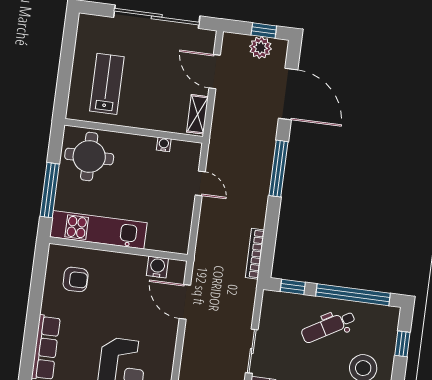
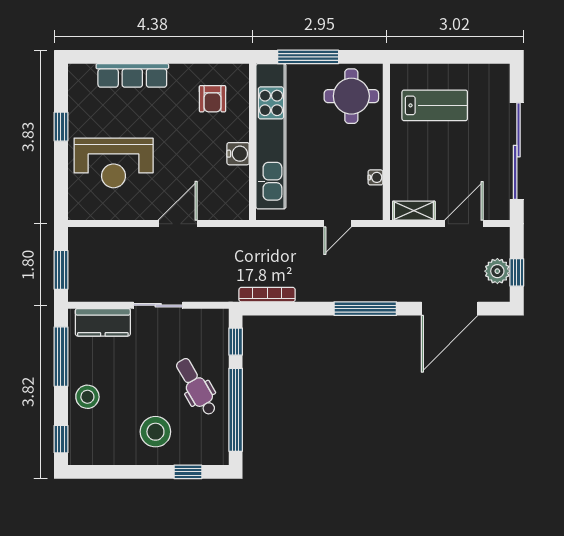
kitchen unit: (98, 230) -> (271, 136), width x1.36
water cooler: (157, 267) -> (238, 154), moved
door: (185, 302) -> (178, 224), moved

